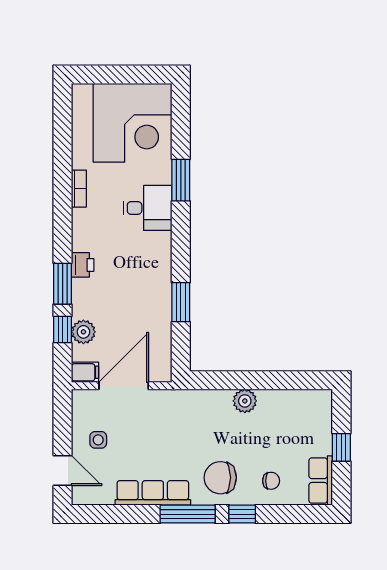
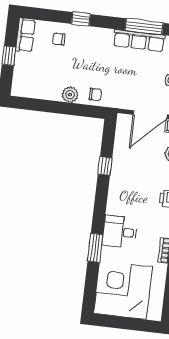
window: (181, 302) -> (105, 166), width x0.67
chair: (220, 478) -> (95, 95), moved, width x0.54, depth x0.54
window: (188, 514) -> (144, 27), moved

